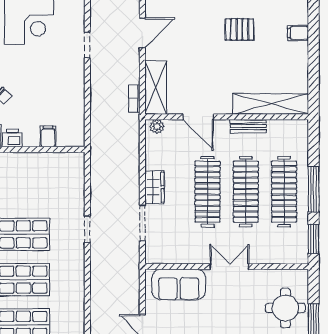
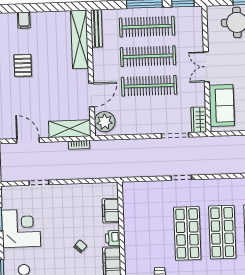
bench: (248, 126) -> (96, 28), moved, width x1.36
plant: (157, 127) -> (105, 122), width x1.87, depth x1.87
filing cabinet: (48, 136) -> (111, 211), width x2.00
wardrobe: (154, 187) -> (199, 120), moved, turned -90

